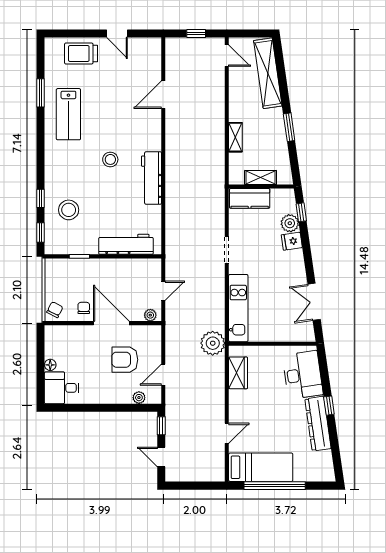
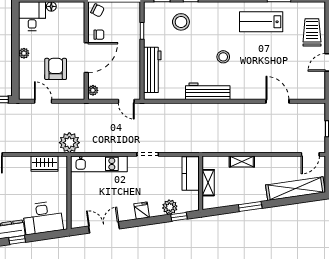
fridge: (292, 241) -> (142, 211), moved
door: (163, 291) -> (126, 101), moved
plant: (139, 398) -> (24, 53), moved

